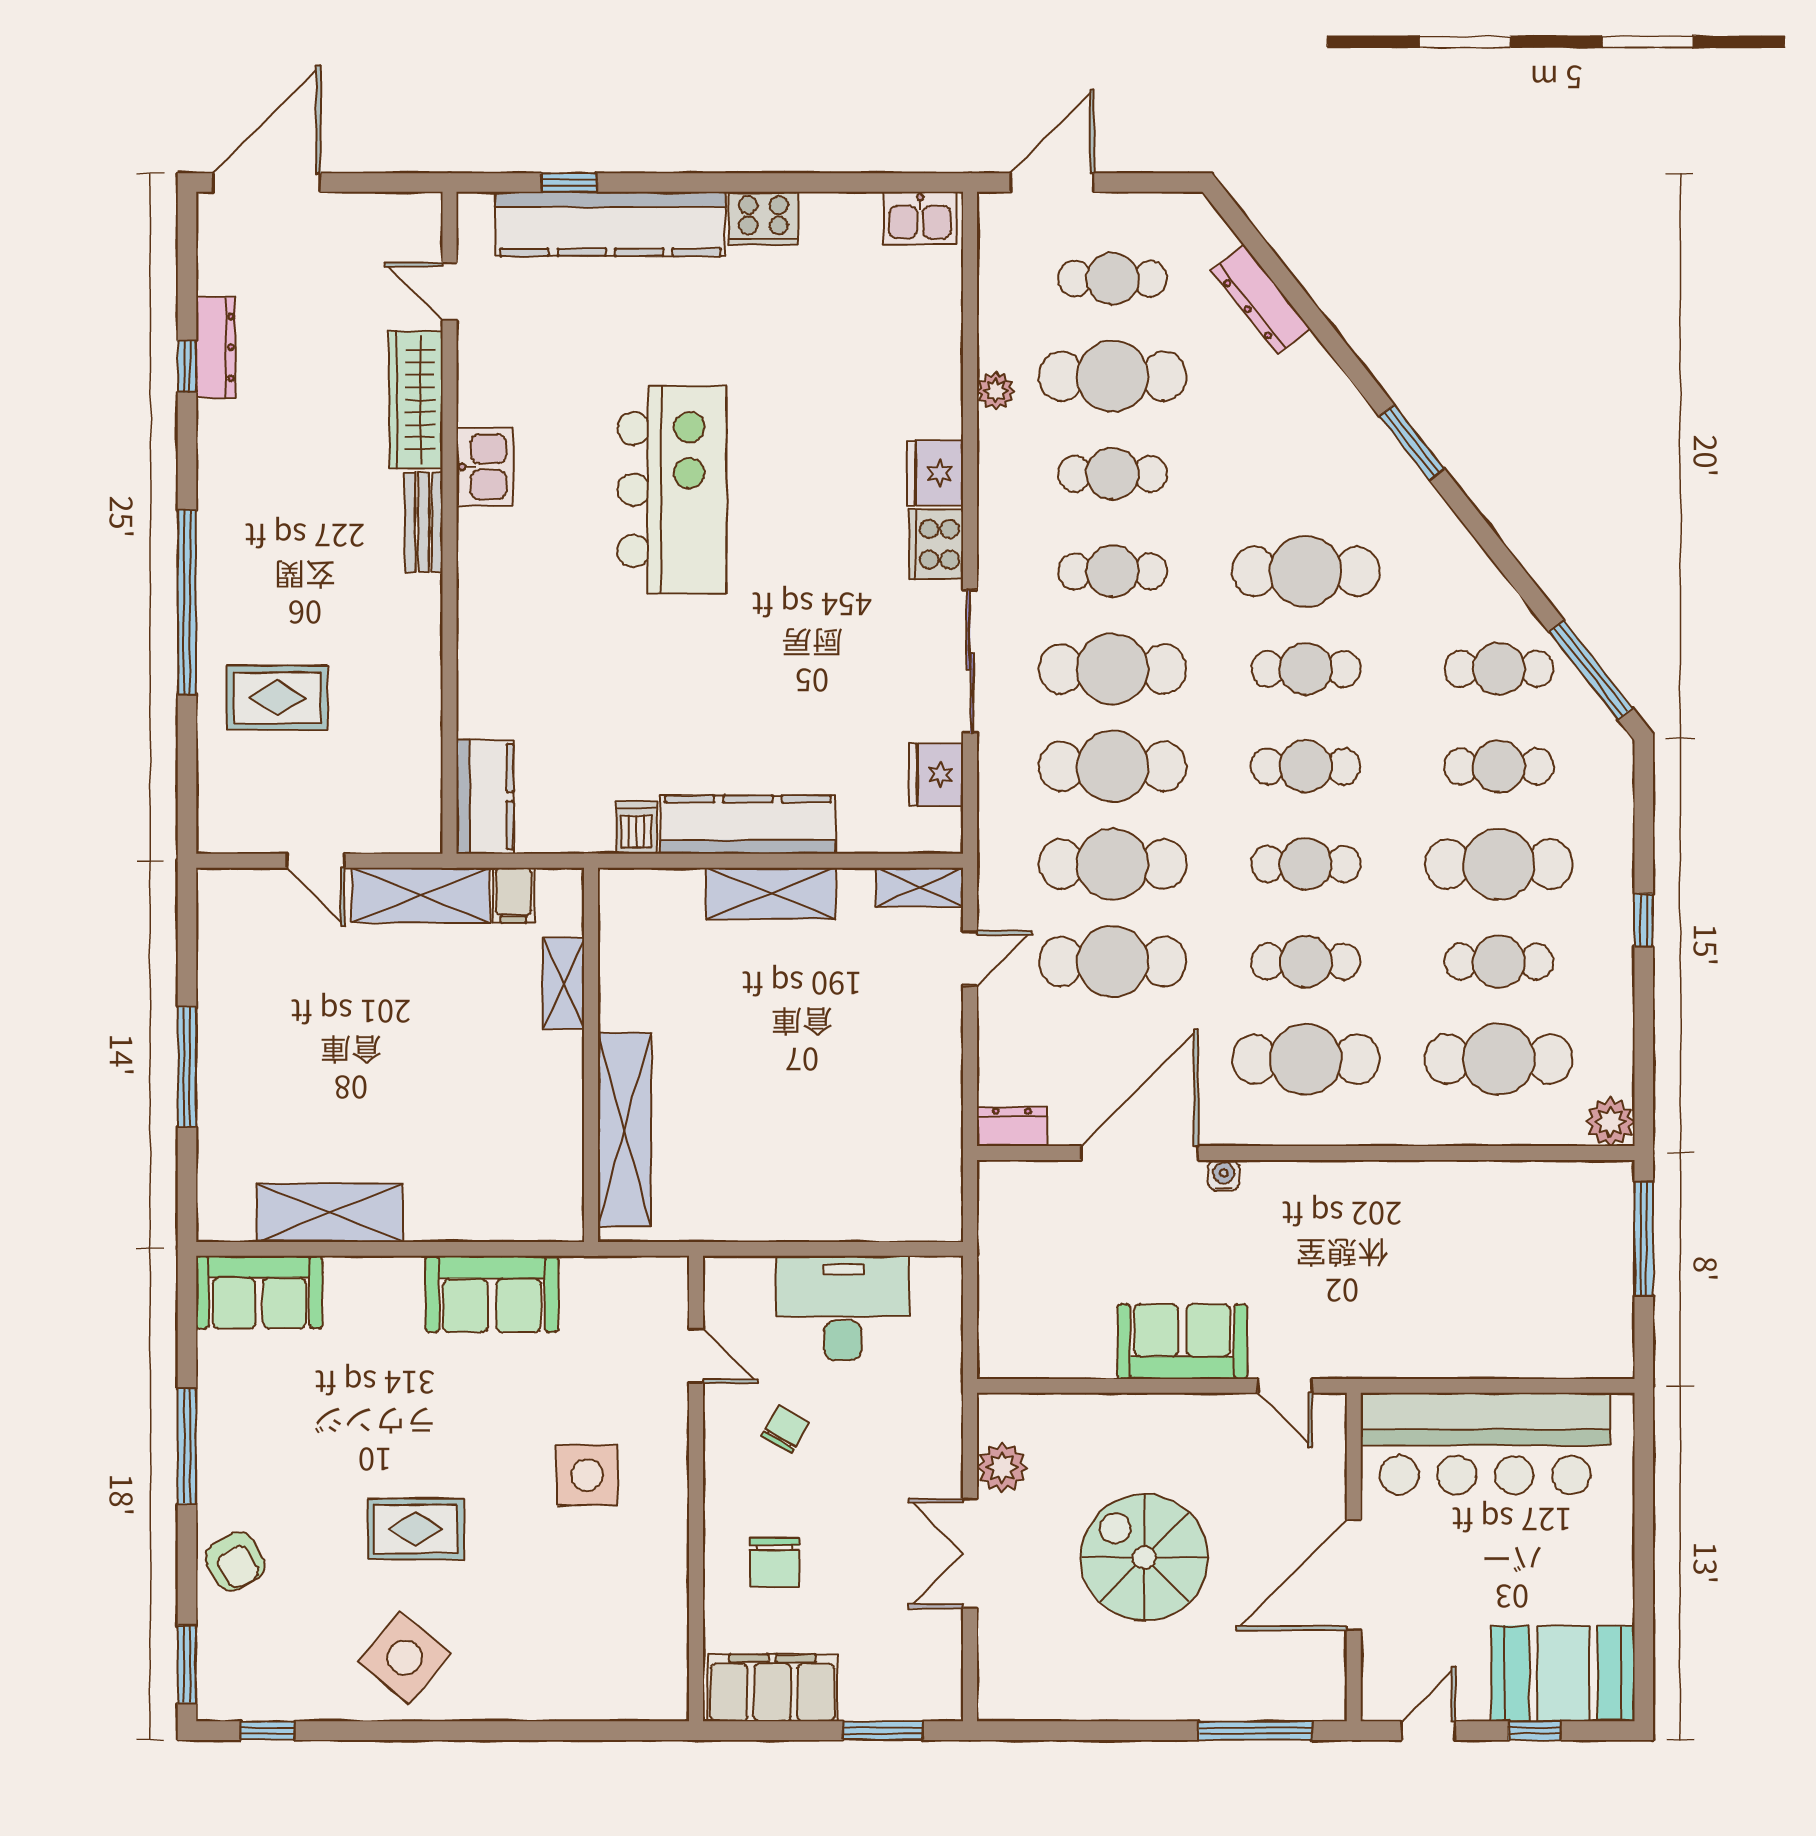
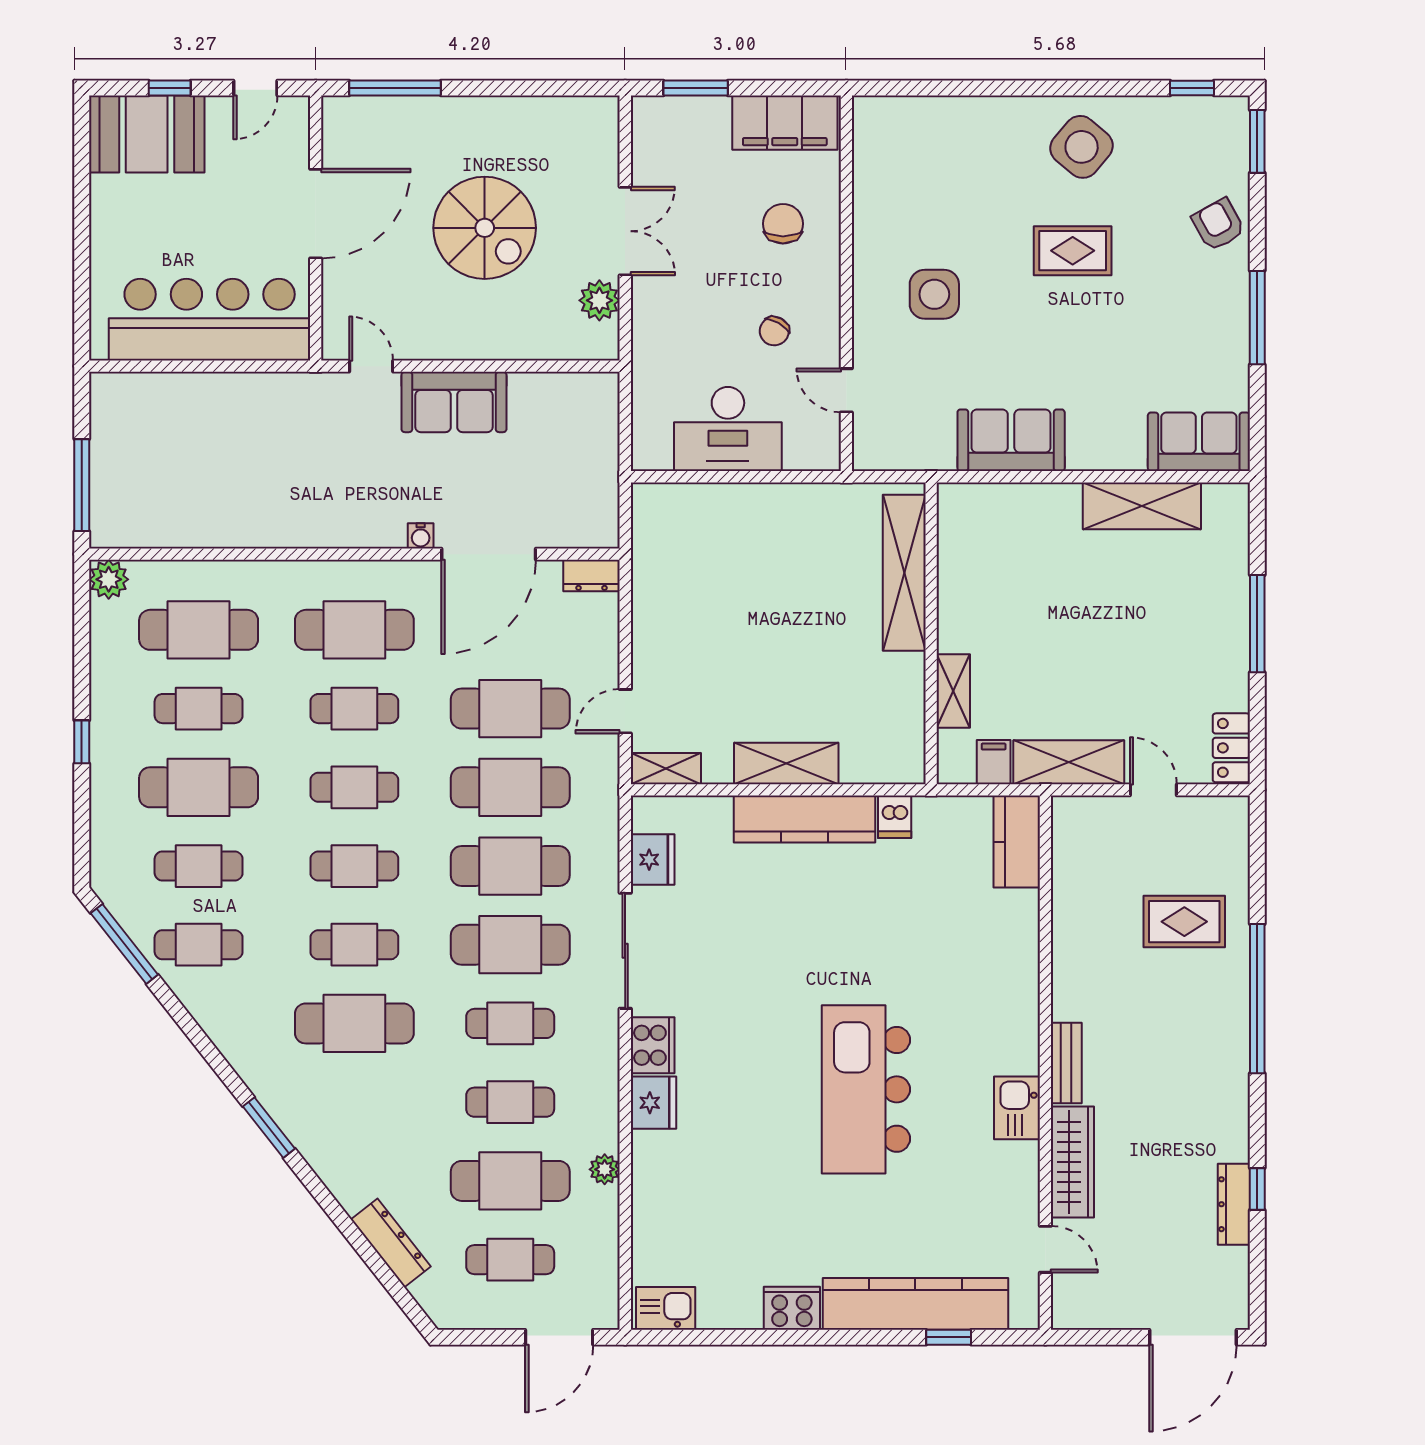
locker: (219, 913) -> (1231, 748), added

